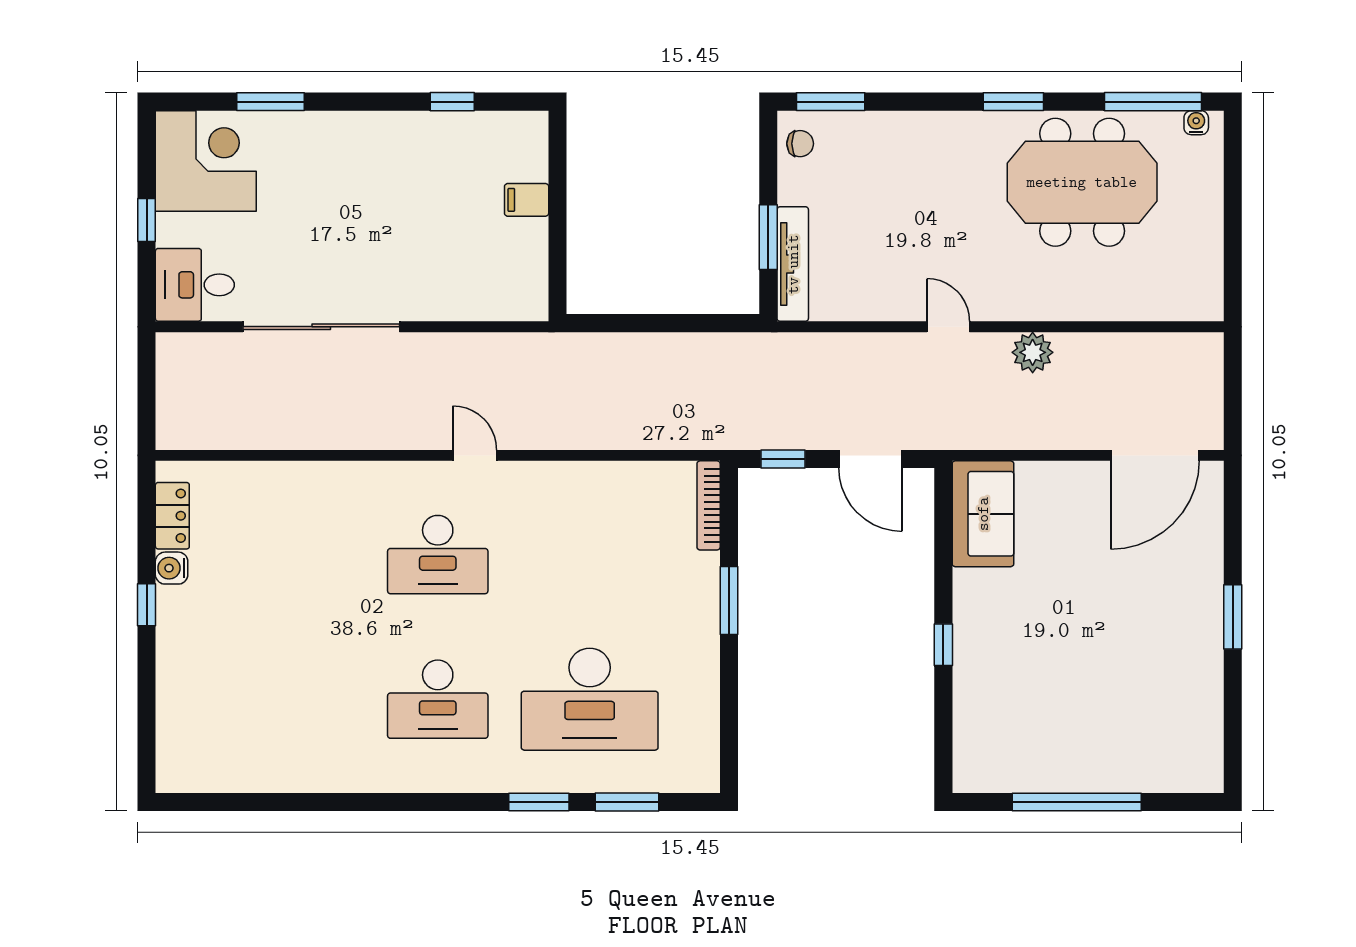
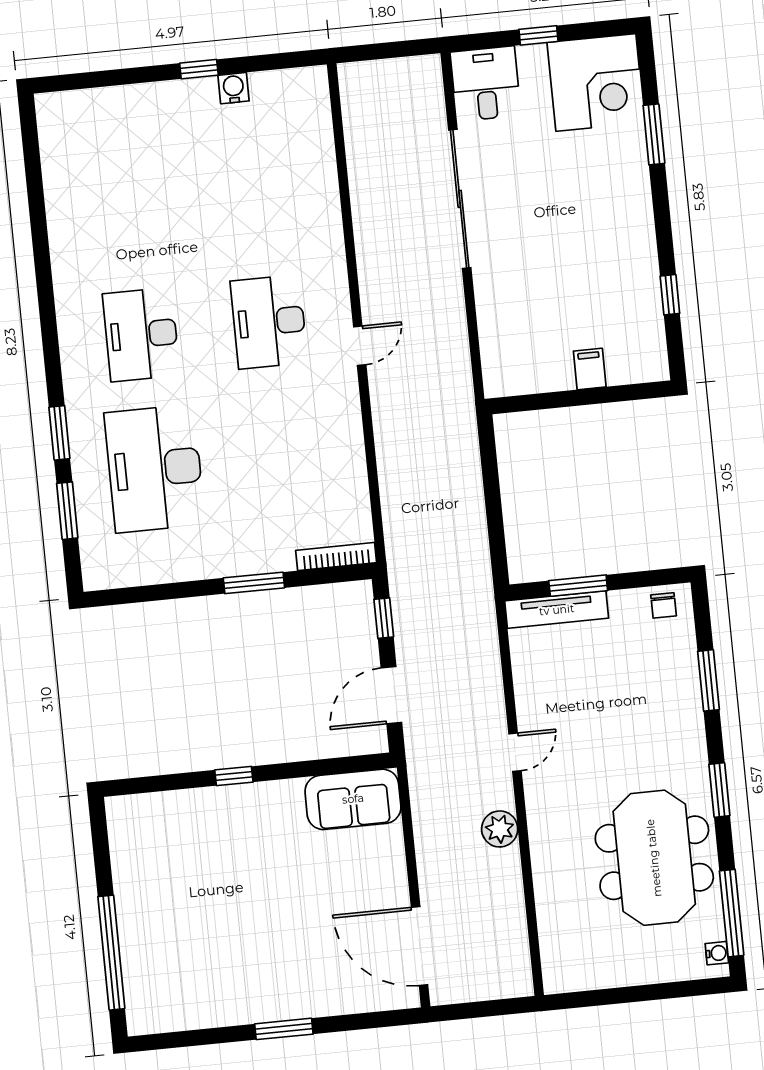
window: (831, 102) -> (708, 680), moved
locker: (172, 516) -> (280, 84), removed
window: (1077, 802) -> (111, 953), moved

